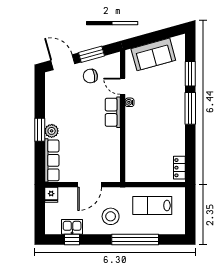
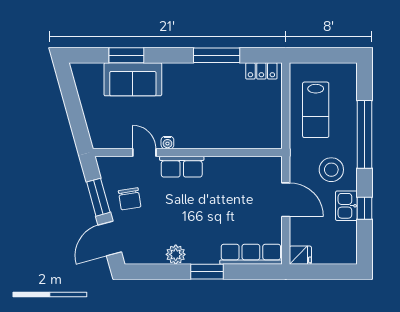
sofa: (153, 54) -> (133, 79), moved, turned 105
door: (123, 86) -> (144, 152), swing flipped
window: (190, 108) -> (217, 55), moved
plant: (52, 131) -> (176, 254), moved
kitchen sink: (72, 227) -> (346, 206), moved
window: (72, 240) -> (365, 208), moved

